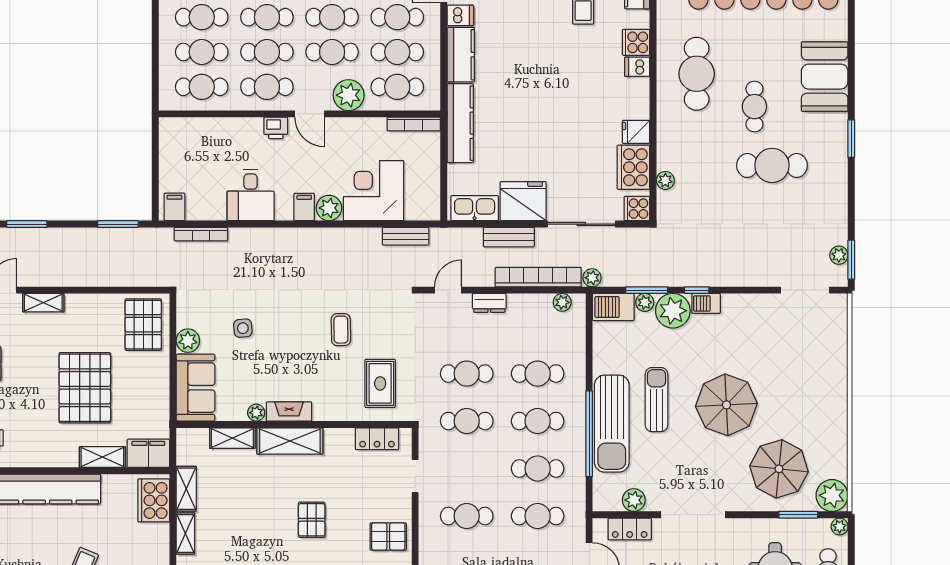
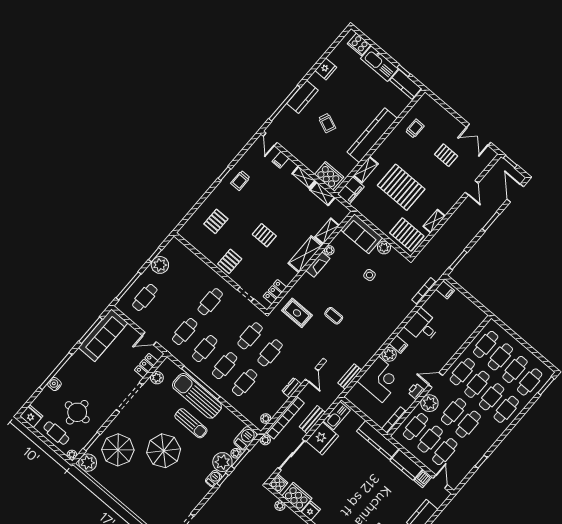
printer: (276, 128) -> (416, 391), moved
shelving: (43, 303) -> (434, 221), moved

